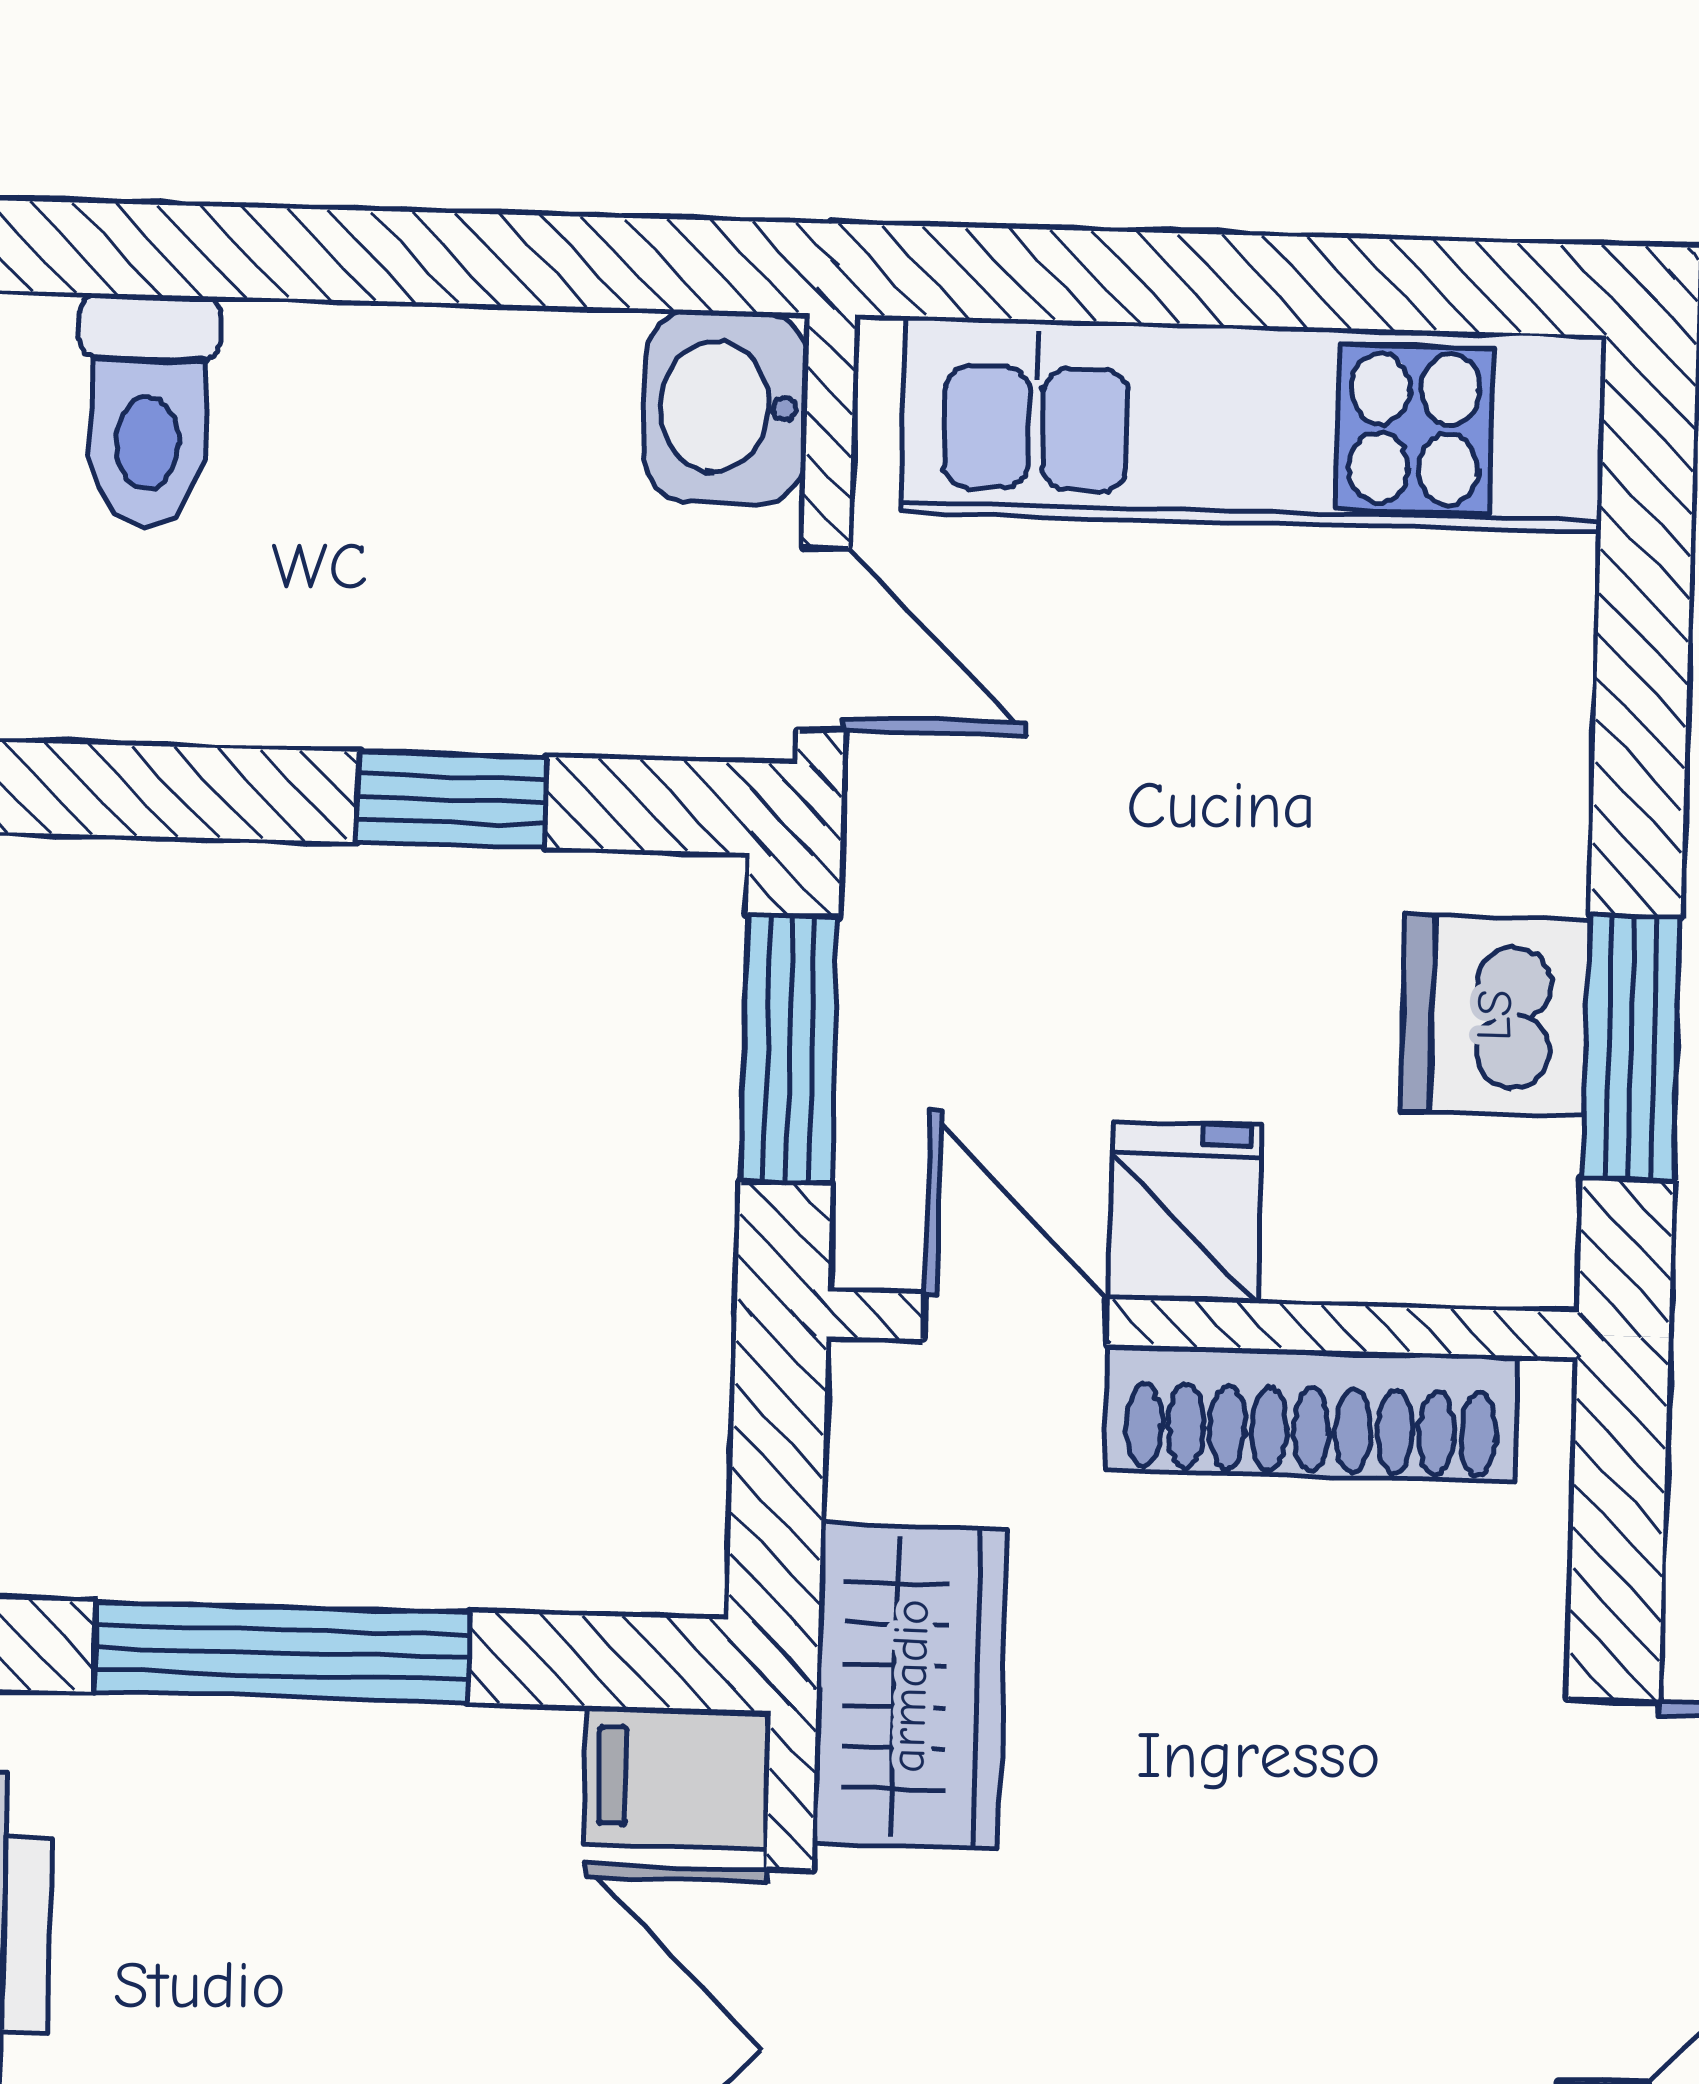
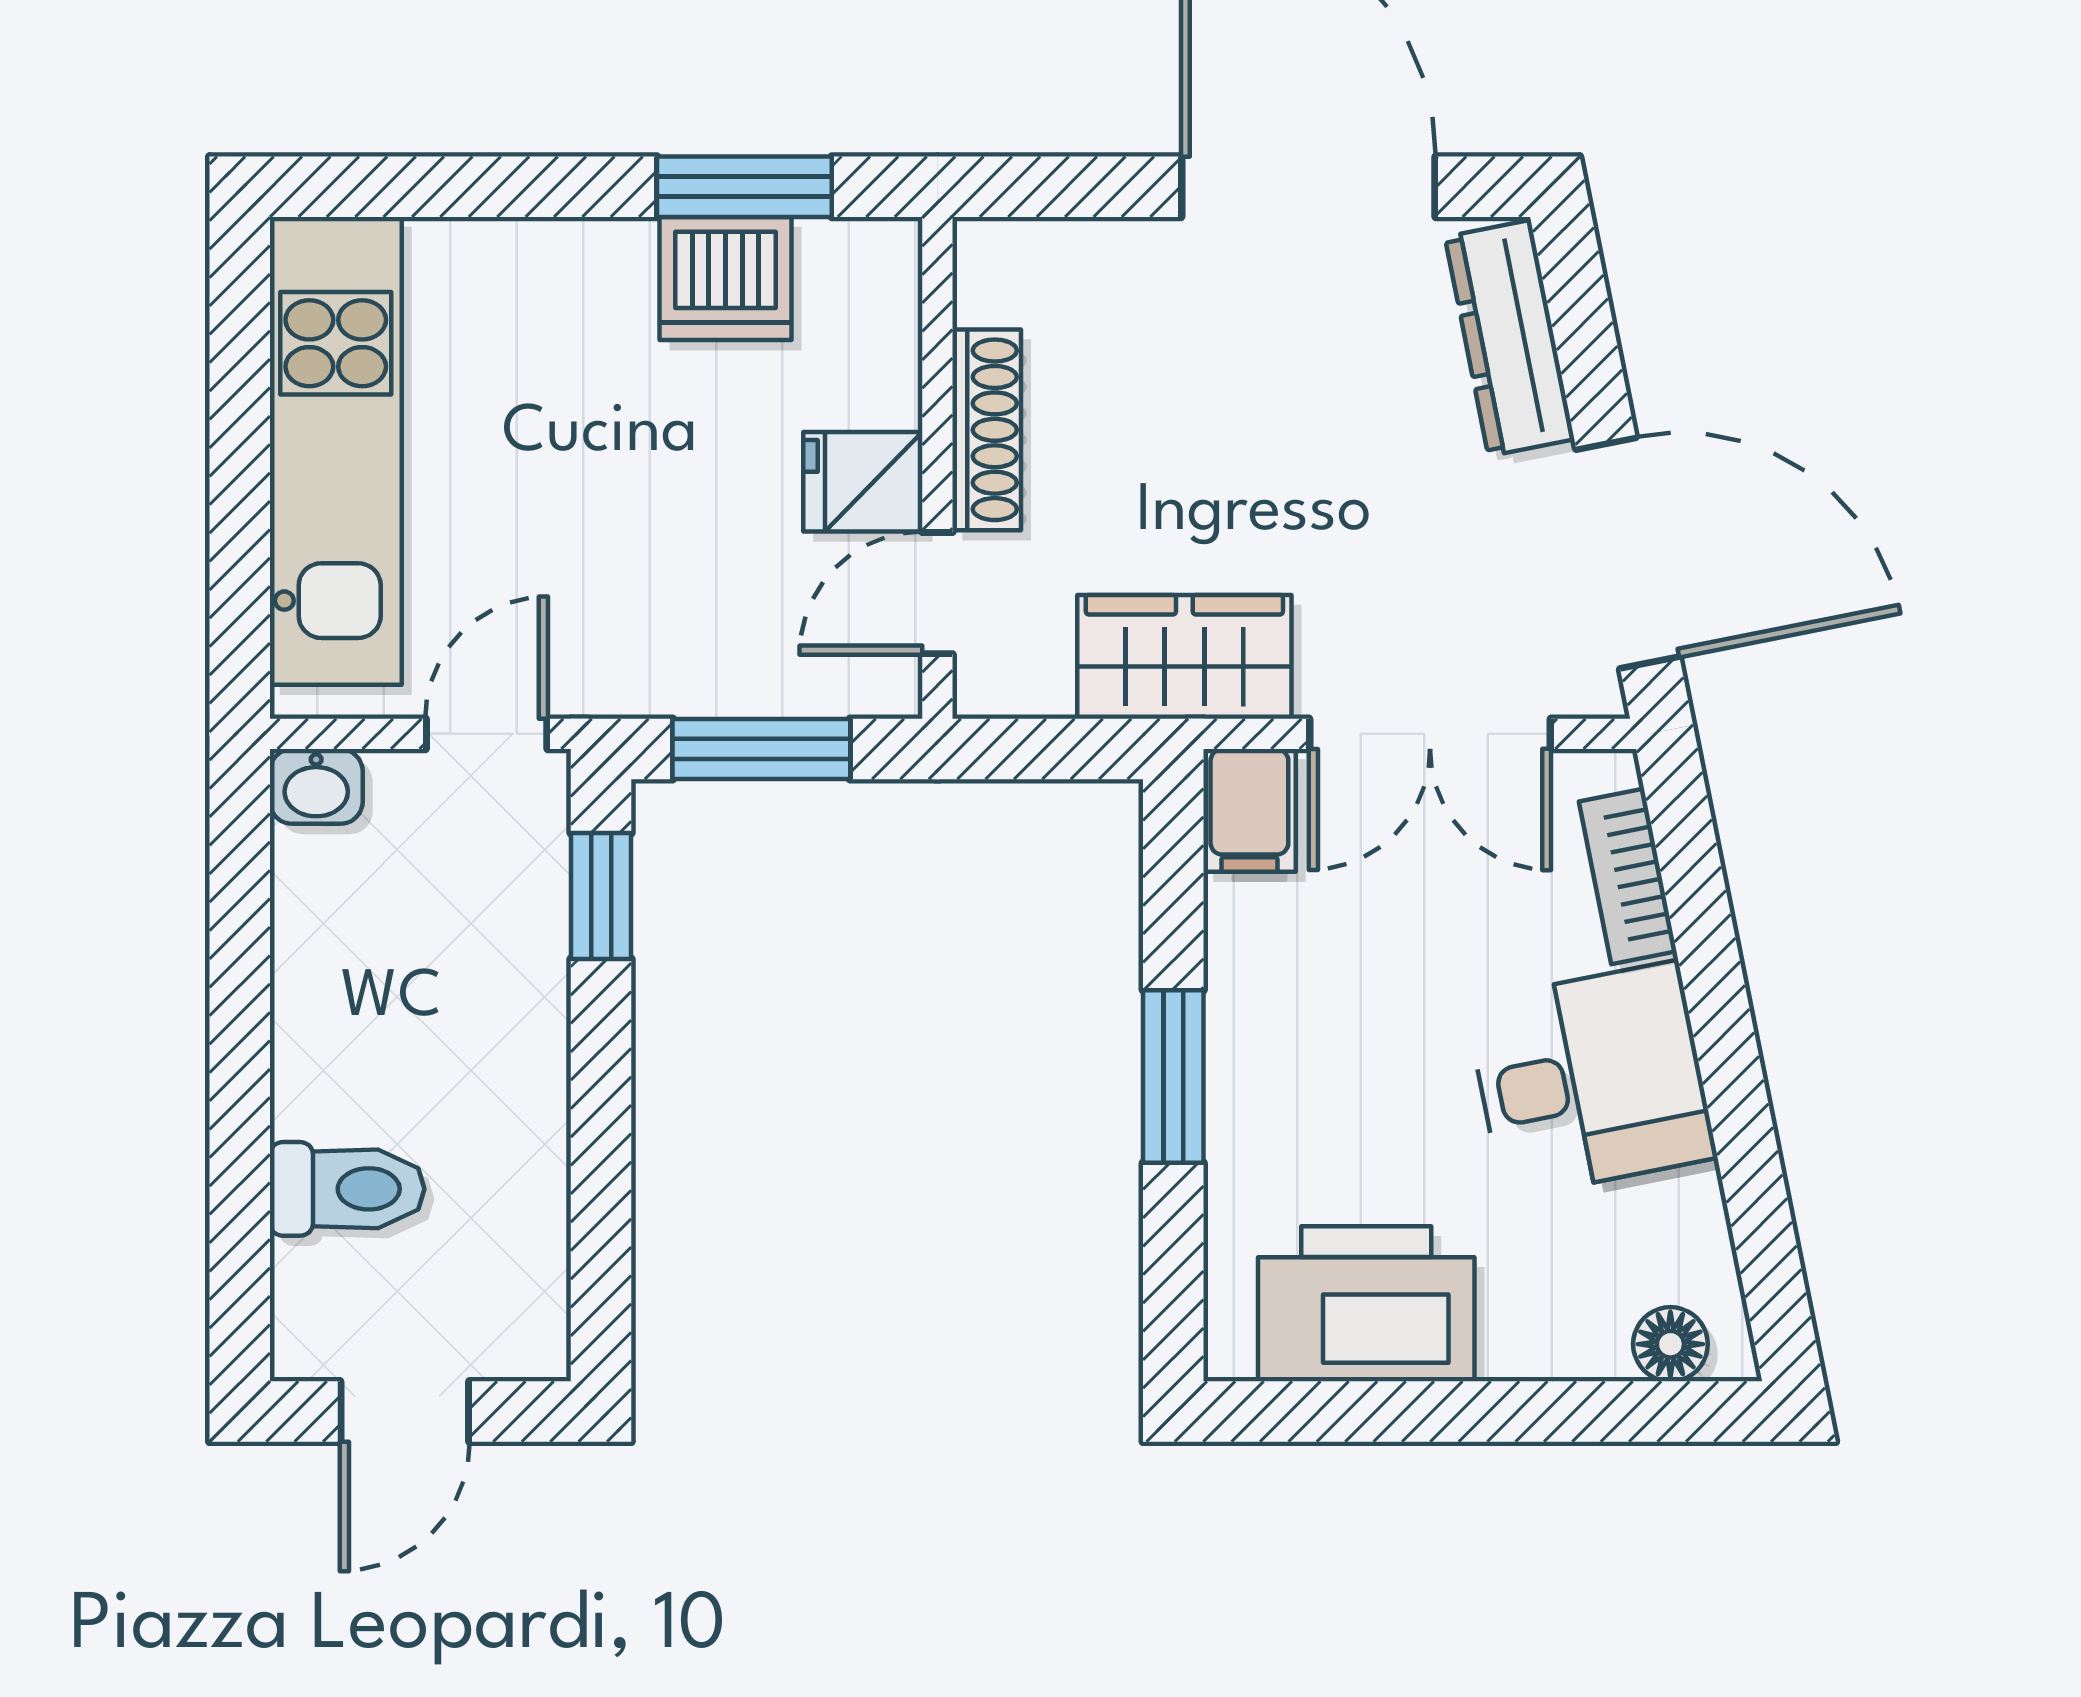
washbasin: (726, 407) -> (316, 786), width x0.72, depth x0.69
window: (452, 800) -> (601, 896), moved
shoe rack: (1312, 1413) -> (987, 430), width x0.74, depth x0.81
window: (282, 1652) -> (1173, 1076), width x0.69

